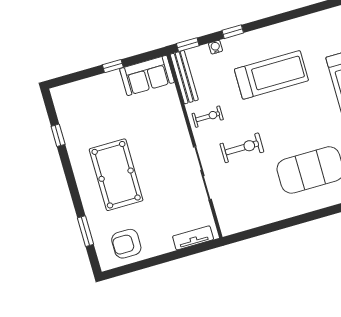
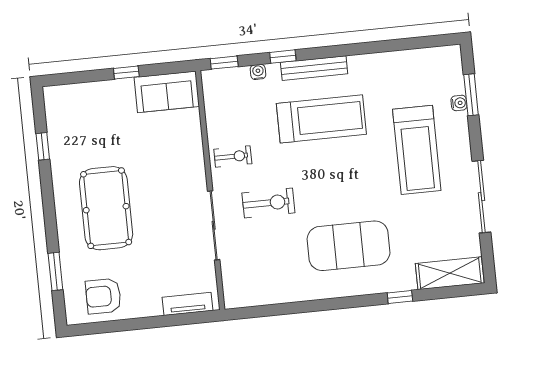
bench: (184, 77) -> (314, 68), moved, turned 90

